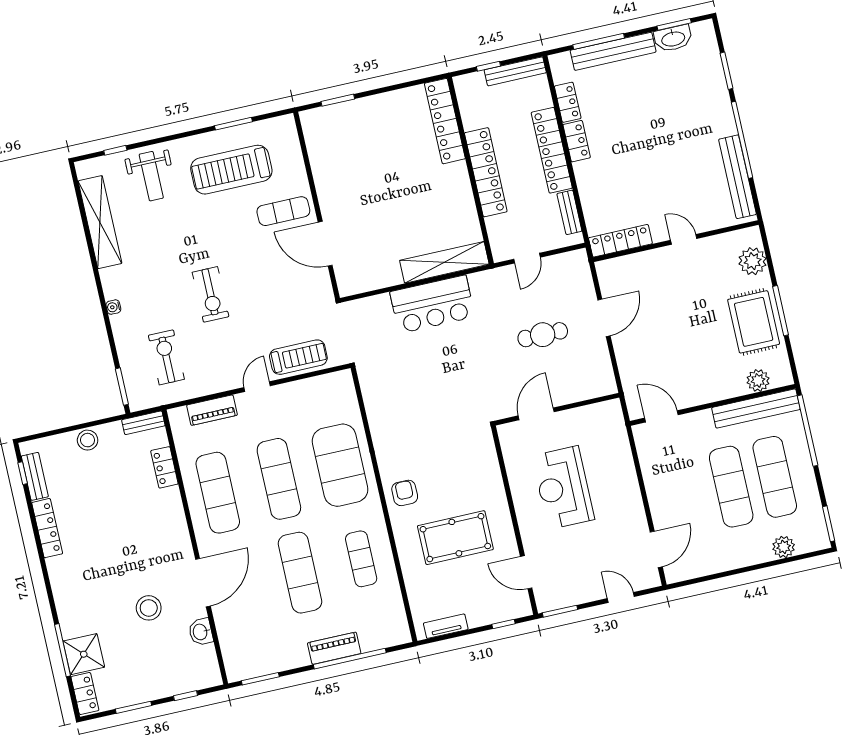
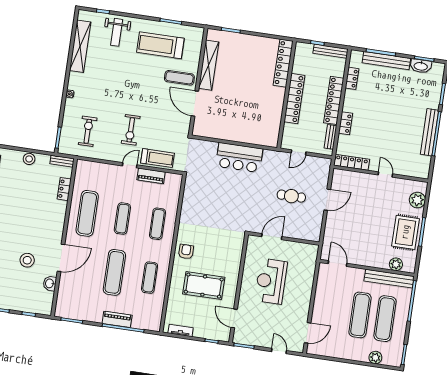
locker: (577, 141) -> (345, 123), moved
bench: (737, 177) -> (430, 132), moved
shelving: (444, 262) -> (209, 65), moved, turned 90
exercise bike: (211, 294) -> (131, 130), moved
piano: (212, 410) -> (151, 176), moved
exercise mat: (340, 465) -> (157, 224), width x0.50, depth x0.69
exercise mat: (279, 479) -> (122, 219), width x0.73, depth x0.69

